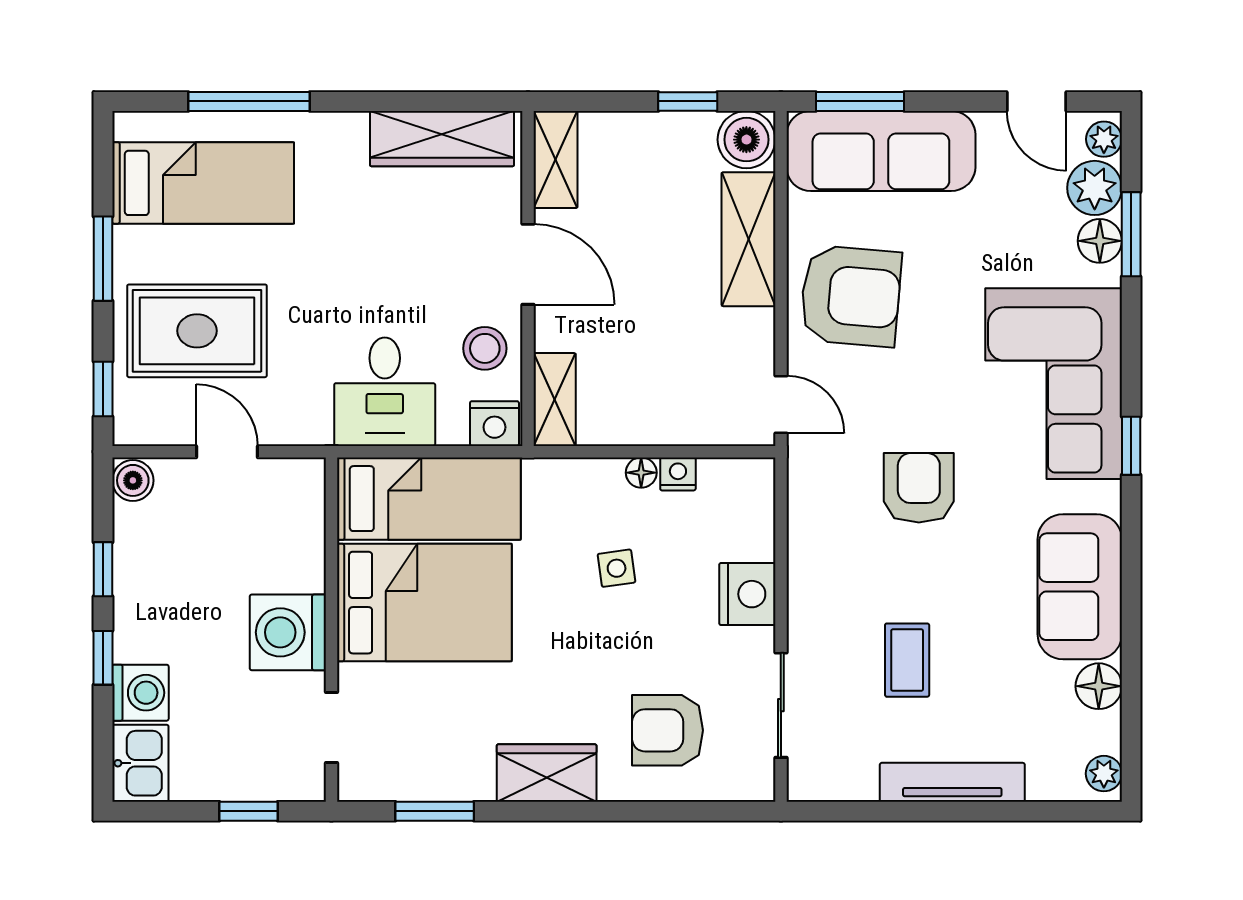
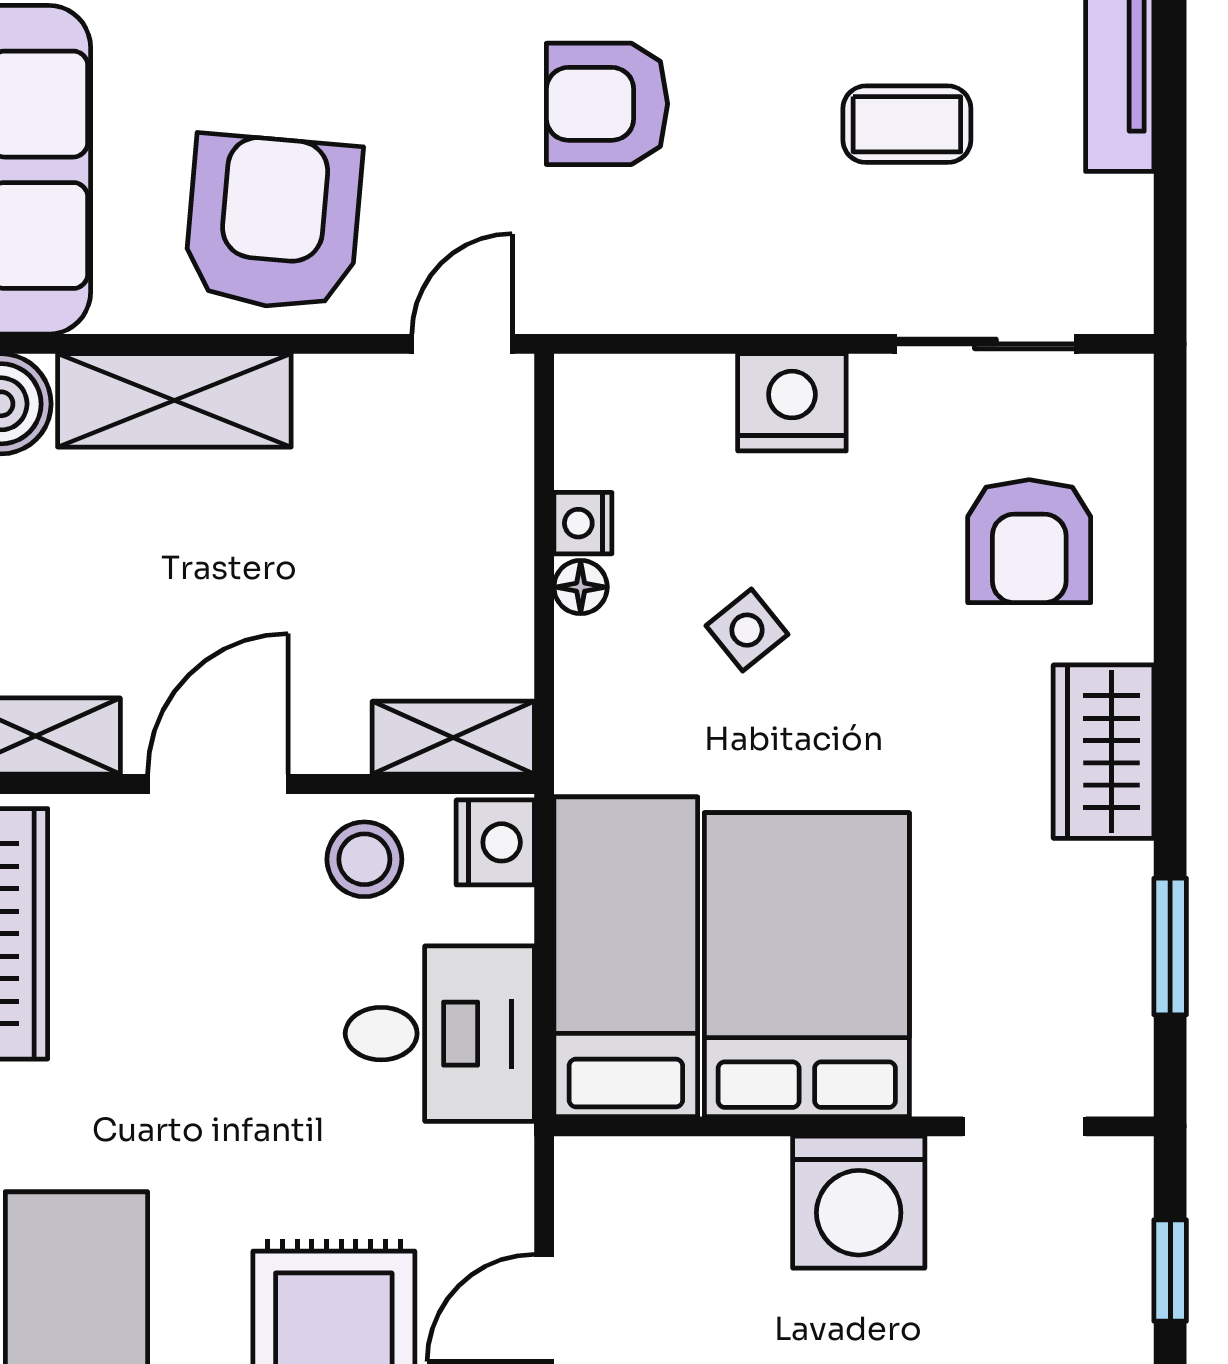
side table: (617, 568) -> (747, 630), turned -31

